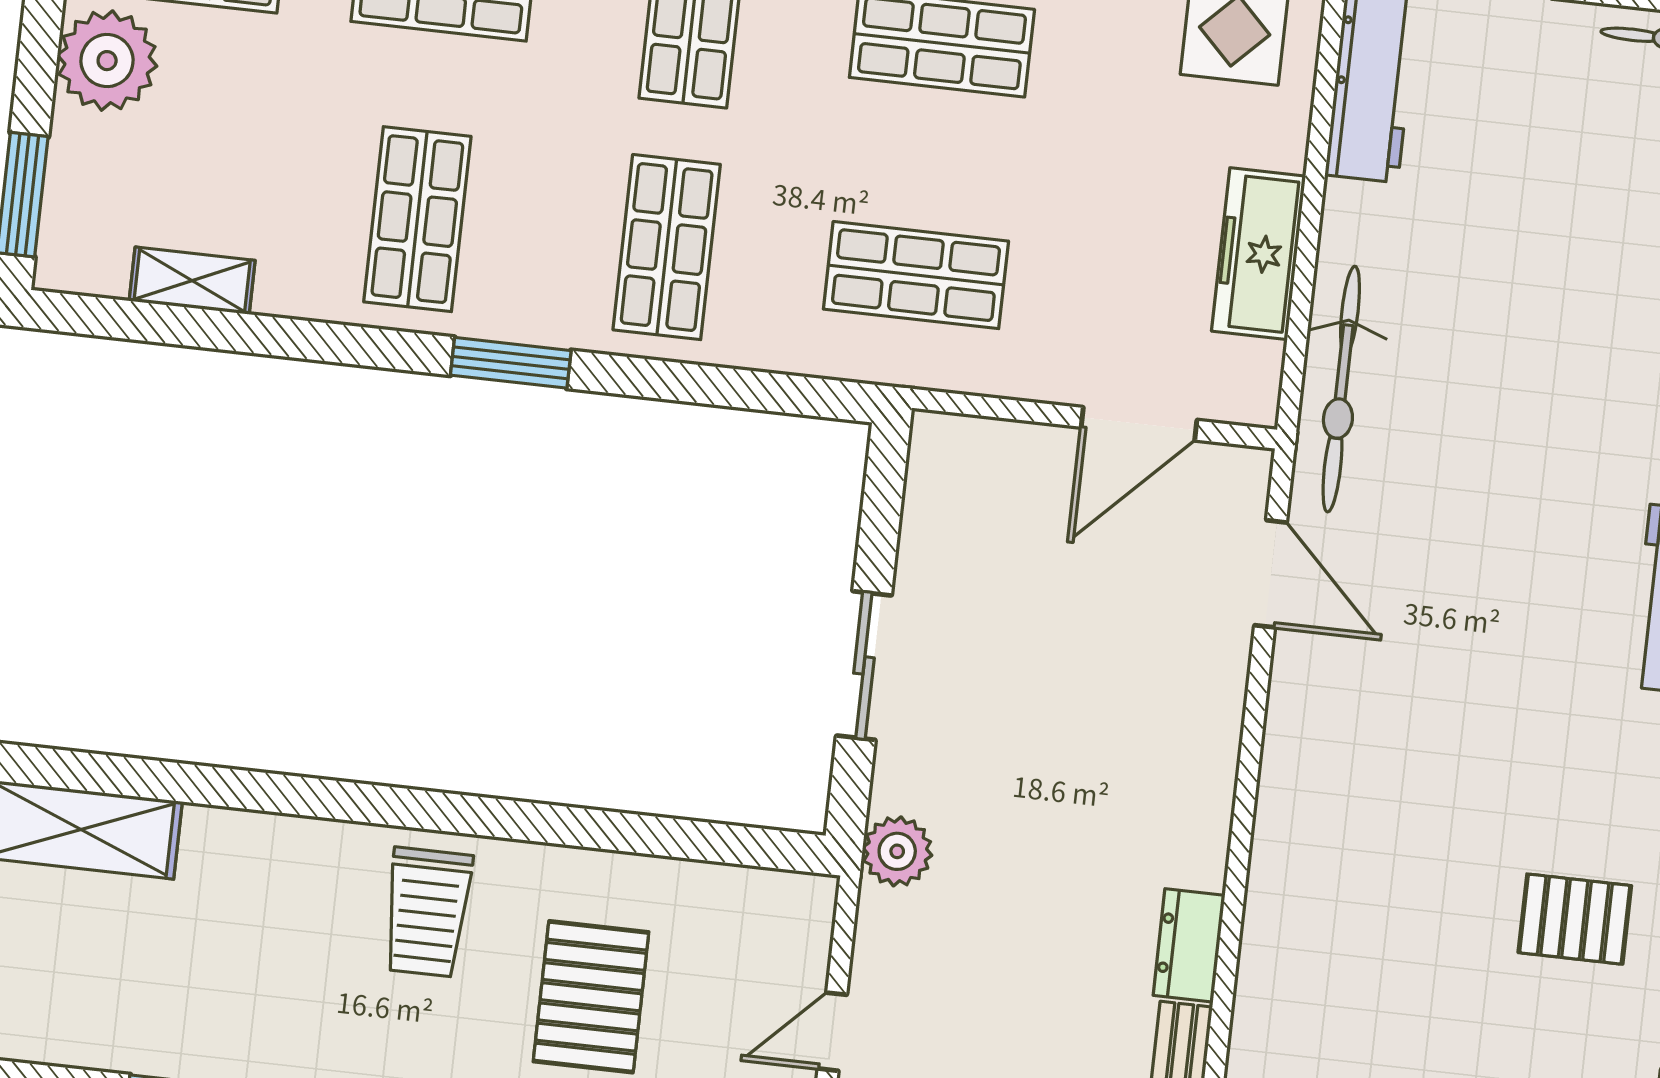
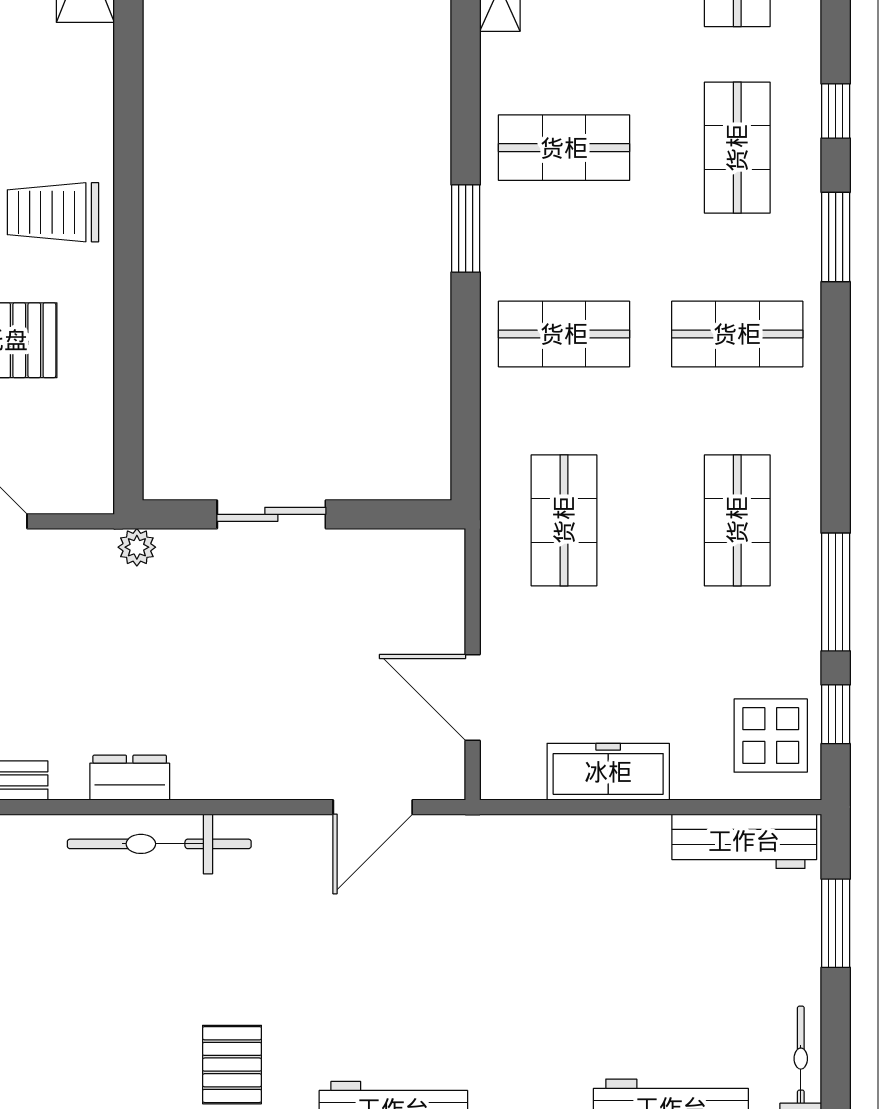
bicycle: (1341, 389) -> (159, 844), moved
plant: (897, 851) -> (137, 547), width x0.73, depth x0.73
pallet: (1575, 919) -> (232, 1065), moved
dresser: (1189, 945) -> (130, 778), moved

